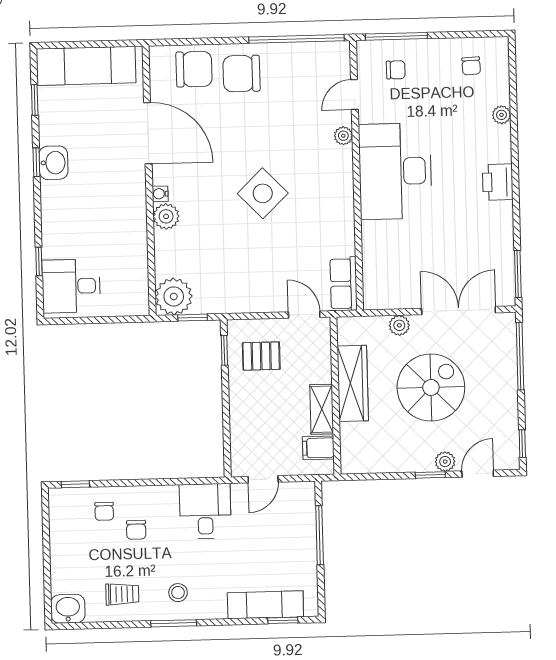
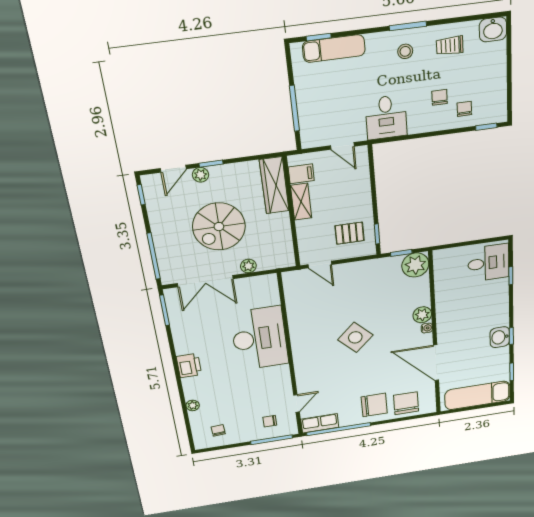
chair: (194, 69) -> (406, 403), turned 90
plant: (343, 136) -> (302, 379), removed
desk: (395, 171) -> (259, 338), moved
row of seats: (344, 284) -> (320, 423), moved, turned -90
wardrobe: (353, 383) -> (274, 185), moved
door: (263, 479) -> (342, 146), swing flipped

